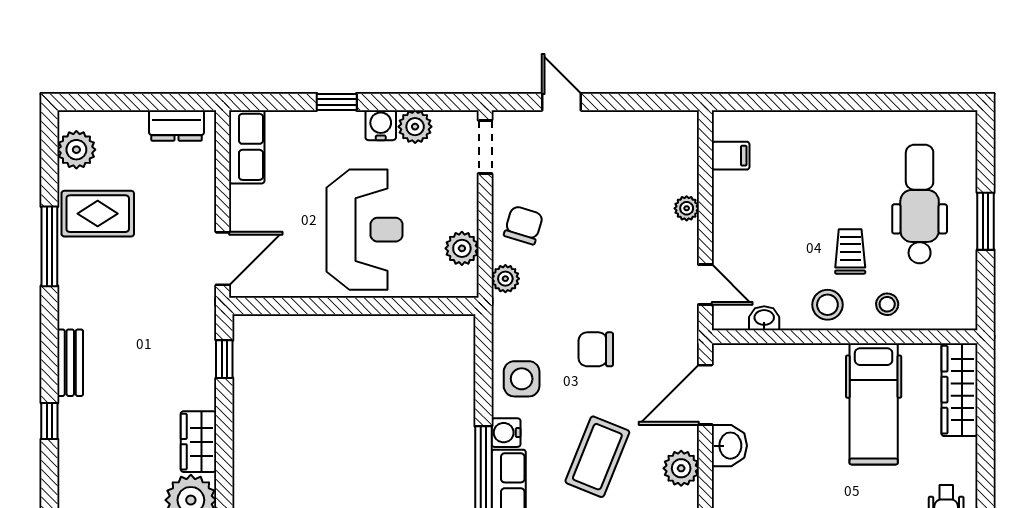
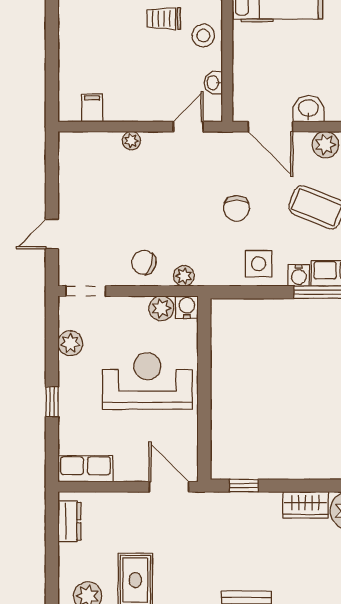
water cooler: (381, 125) -> (187, 307), moved, turned 90

